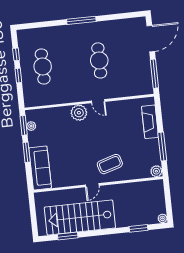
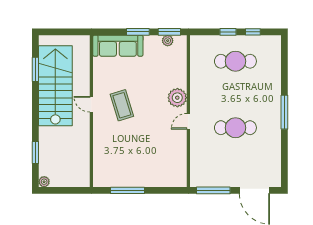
fireplace: (150, 122) -> (158, 179), removed
coffee table: (110, 164) -> (122, 105), moved
plant: (156, 171) -> (100, 180), removed

